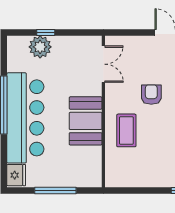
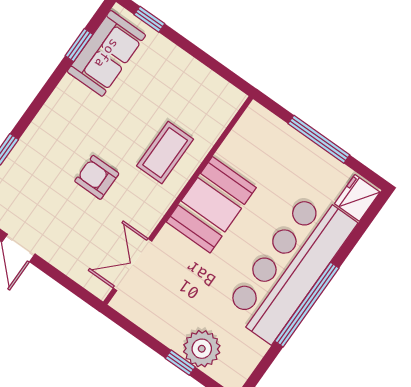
armchair: (151, 95) -> (97, 177), turned 90

